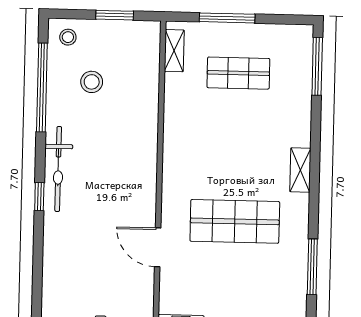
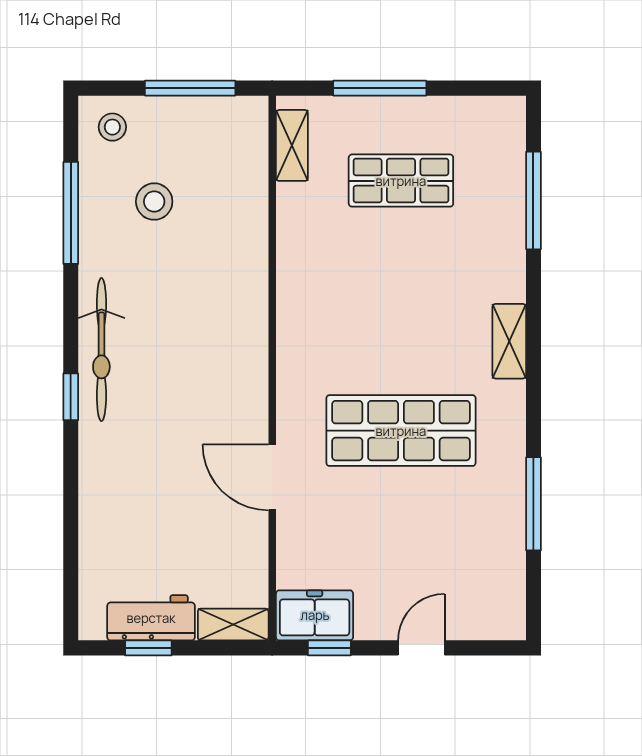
window: (115, 15) -> (190, 88), width x1.44
window: (317, 66) -> (533, 200), moved
window: (42, 87) -> (71, 213), width x0.68

